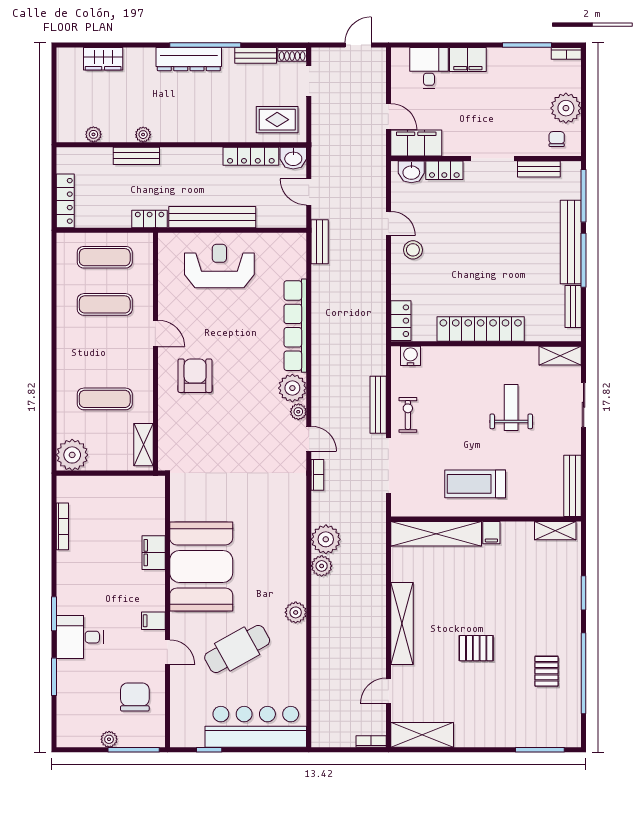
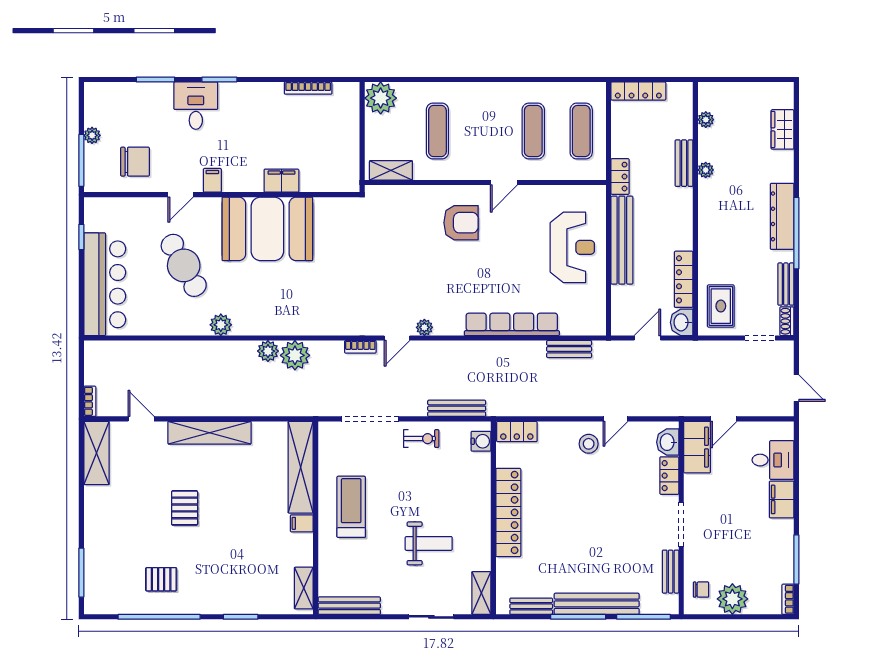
bench: (320, 242) -> (569, 349), moved
plant: (292, 388) -> (448, 321), removed
bench: (378, 405) -> (457, 408), moved

